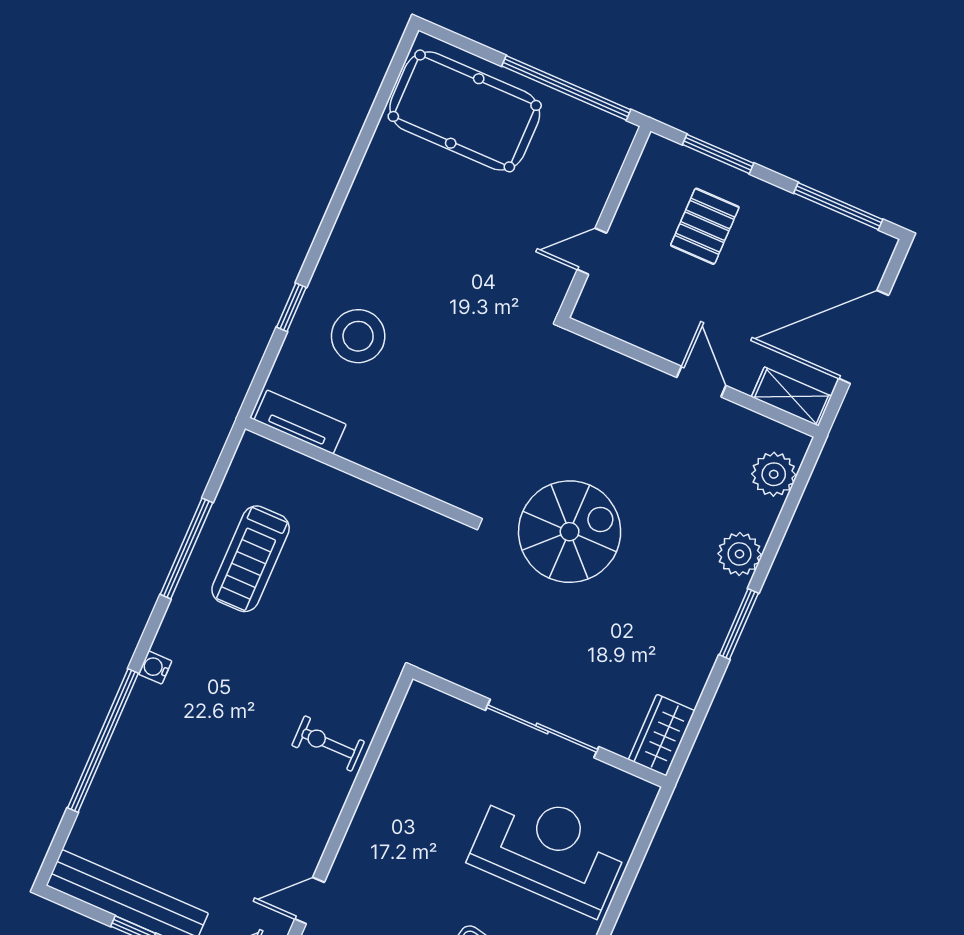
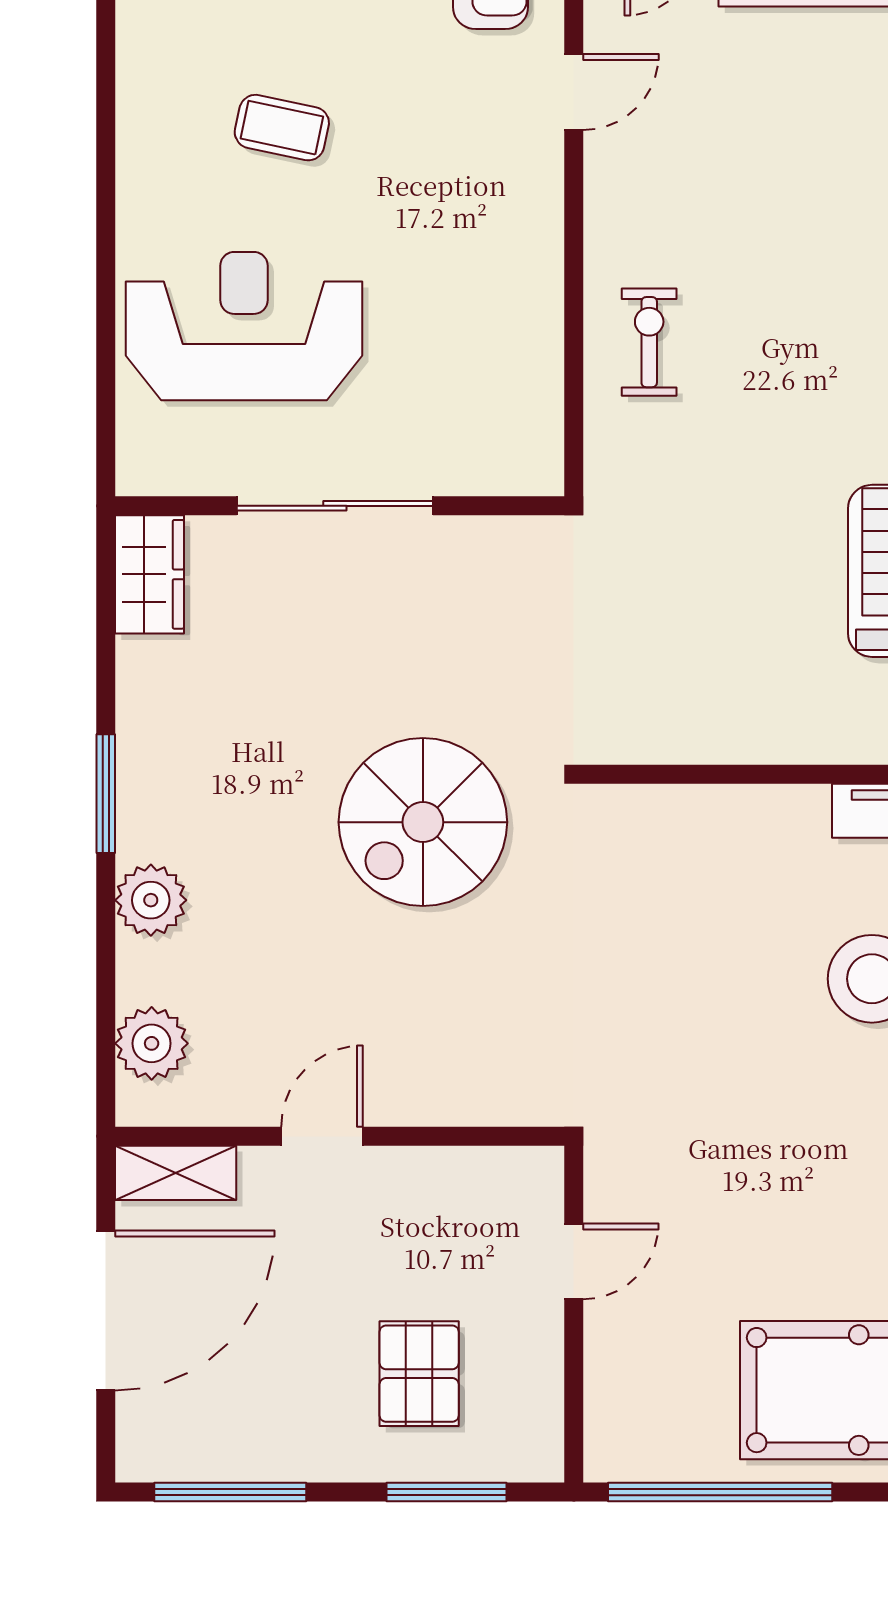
door: (701, 382) -> (322, 1136), swing flipped
exercise bike: (328, 743) -> (649, 342), turned -90
reception desk: (549, 850) -> (244, 326), turned 180

